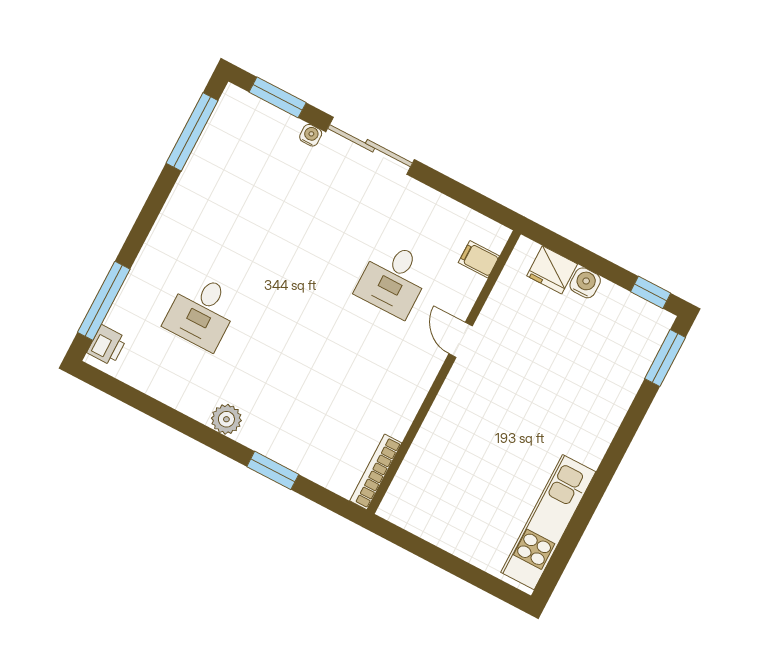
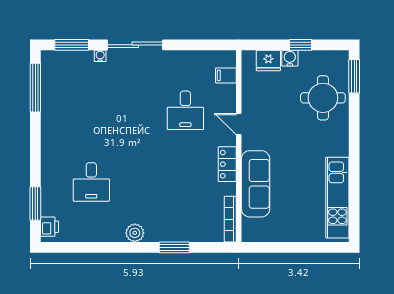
window: (651, 292) -> (300, 45), moved
window: (104, 301) -> (35, 204), width x0.69
round table: (603, 366) -> (323, 98), added
locker: (413, 390) -> (227, 164), added
sofa: (440, 440) -> (256, 184), added

